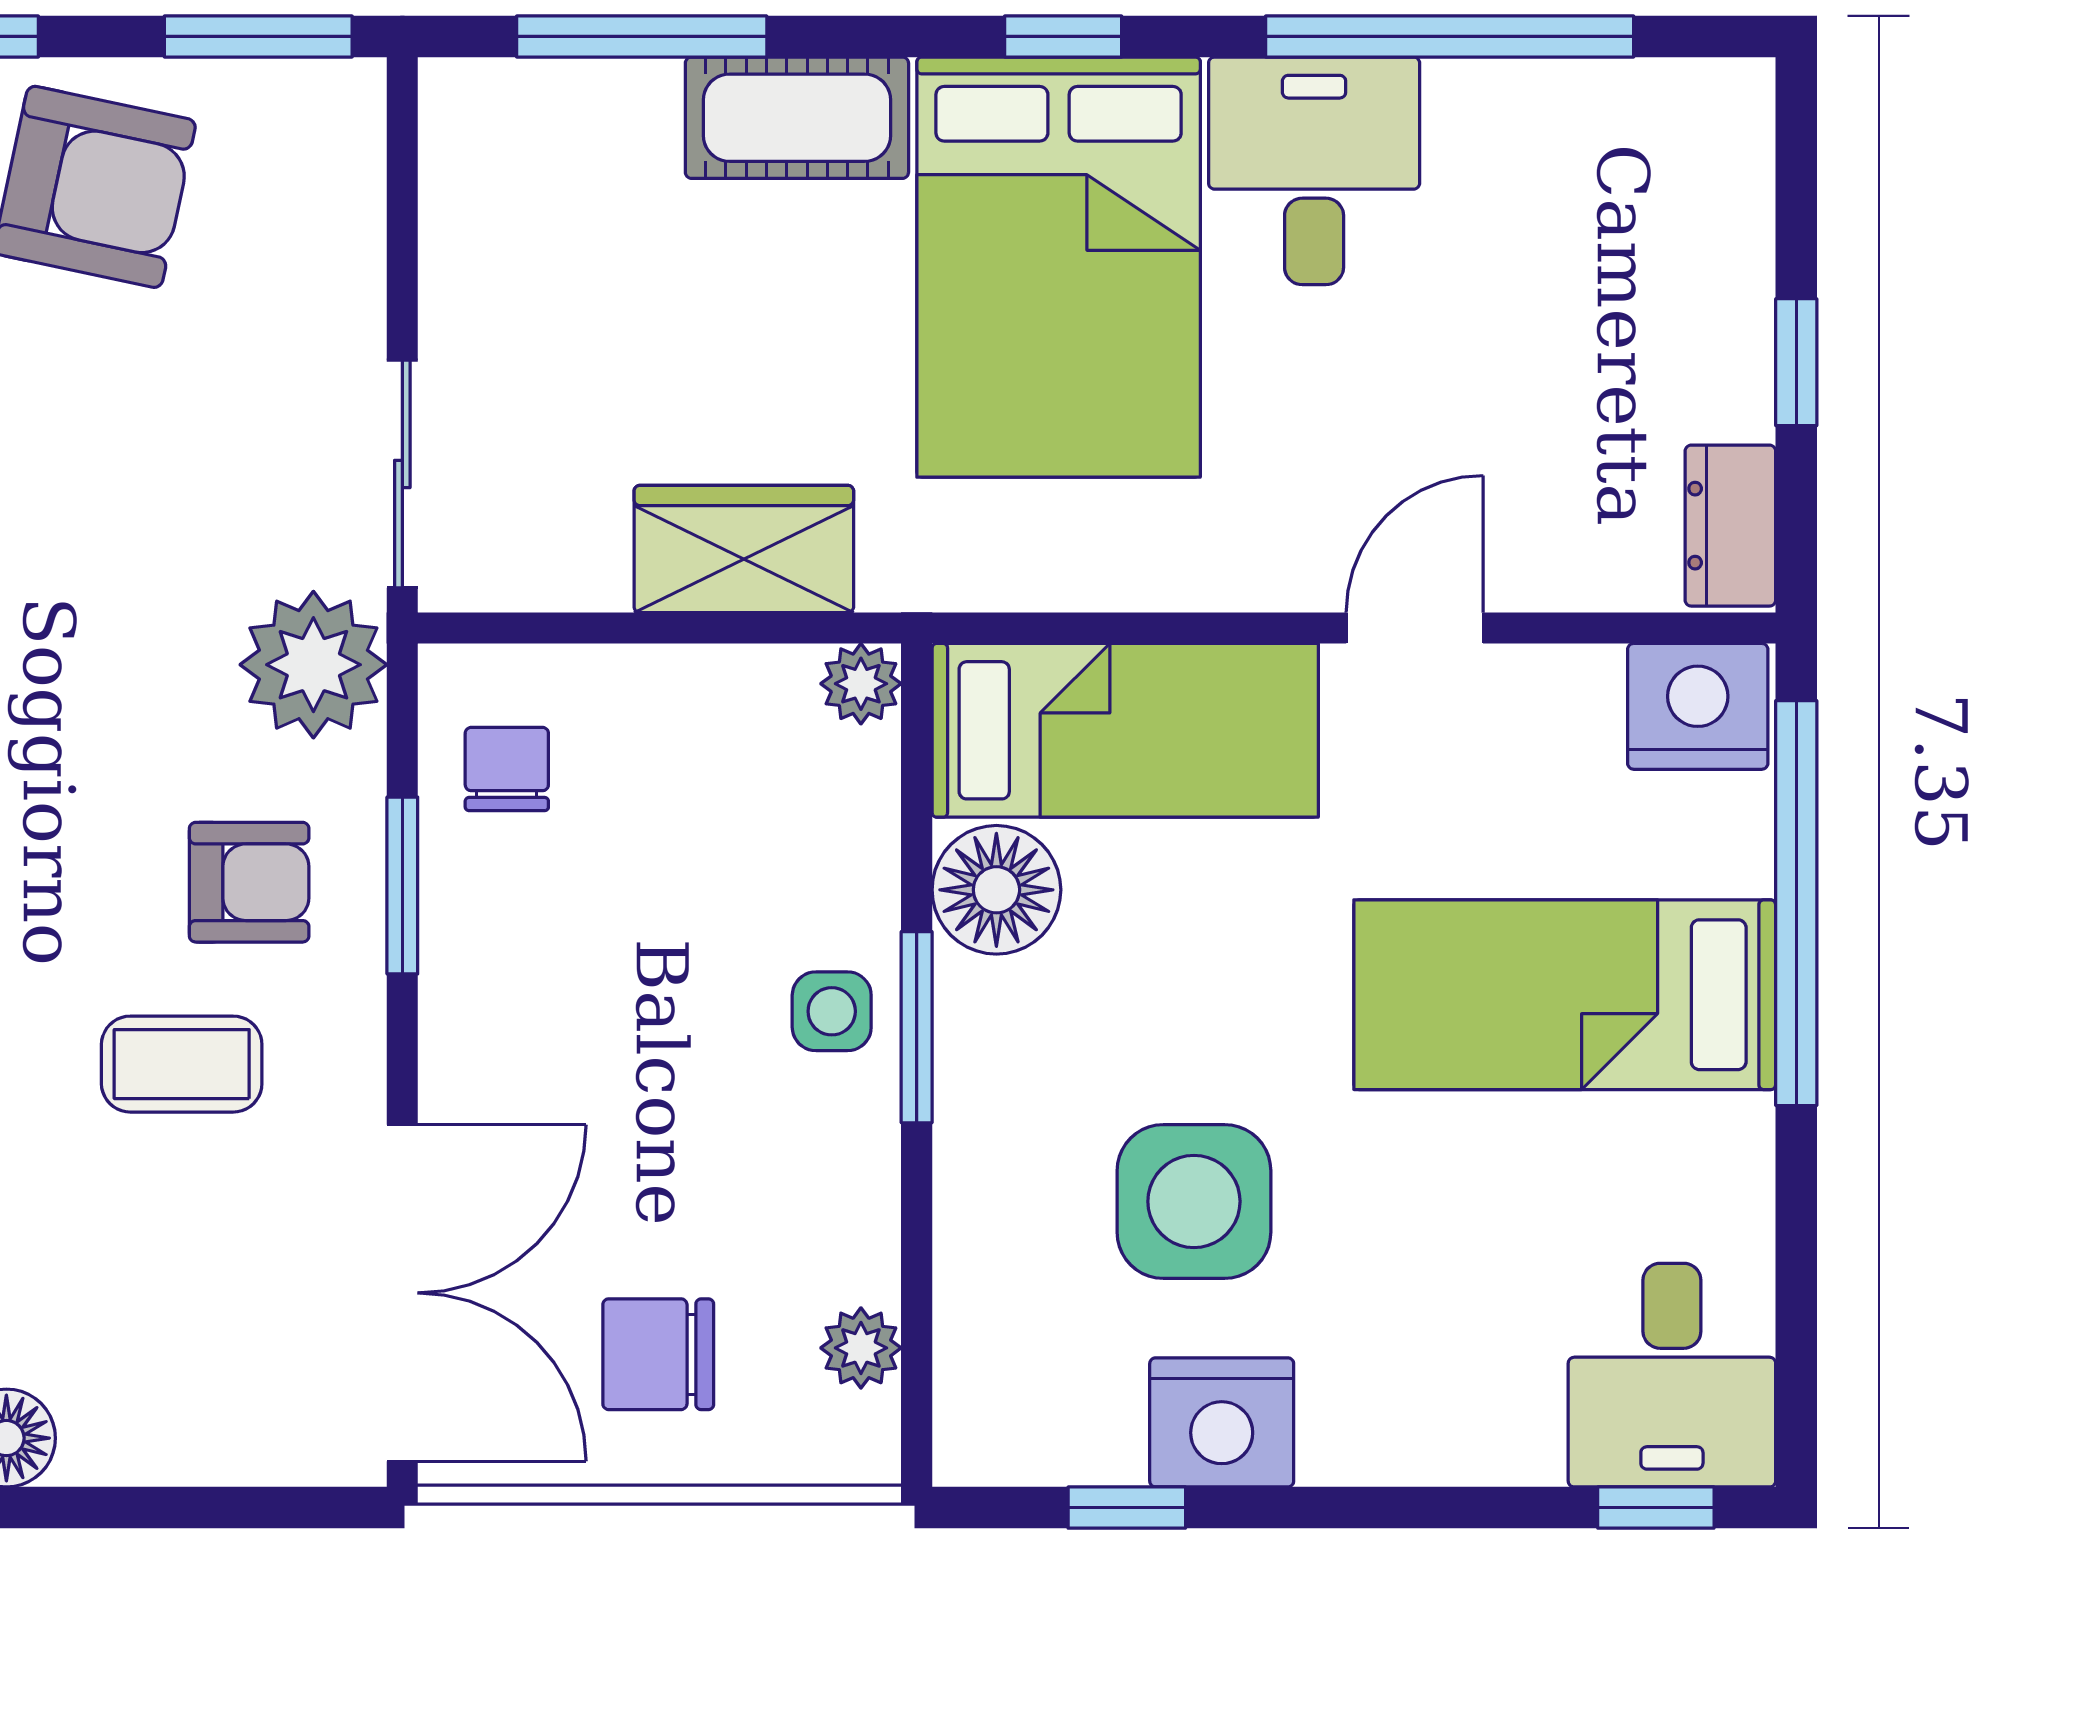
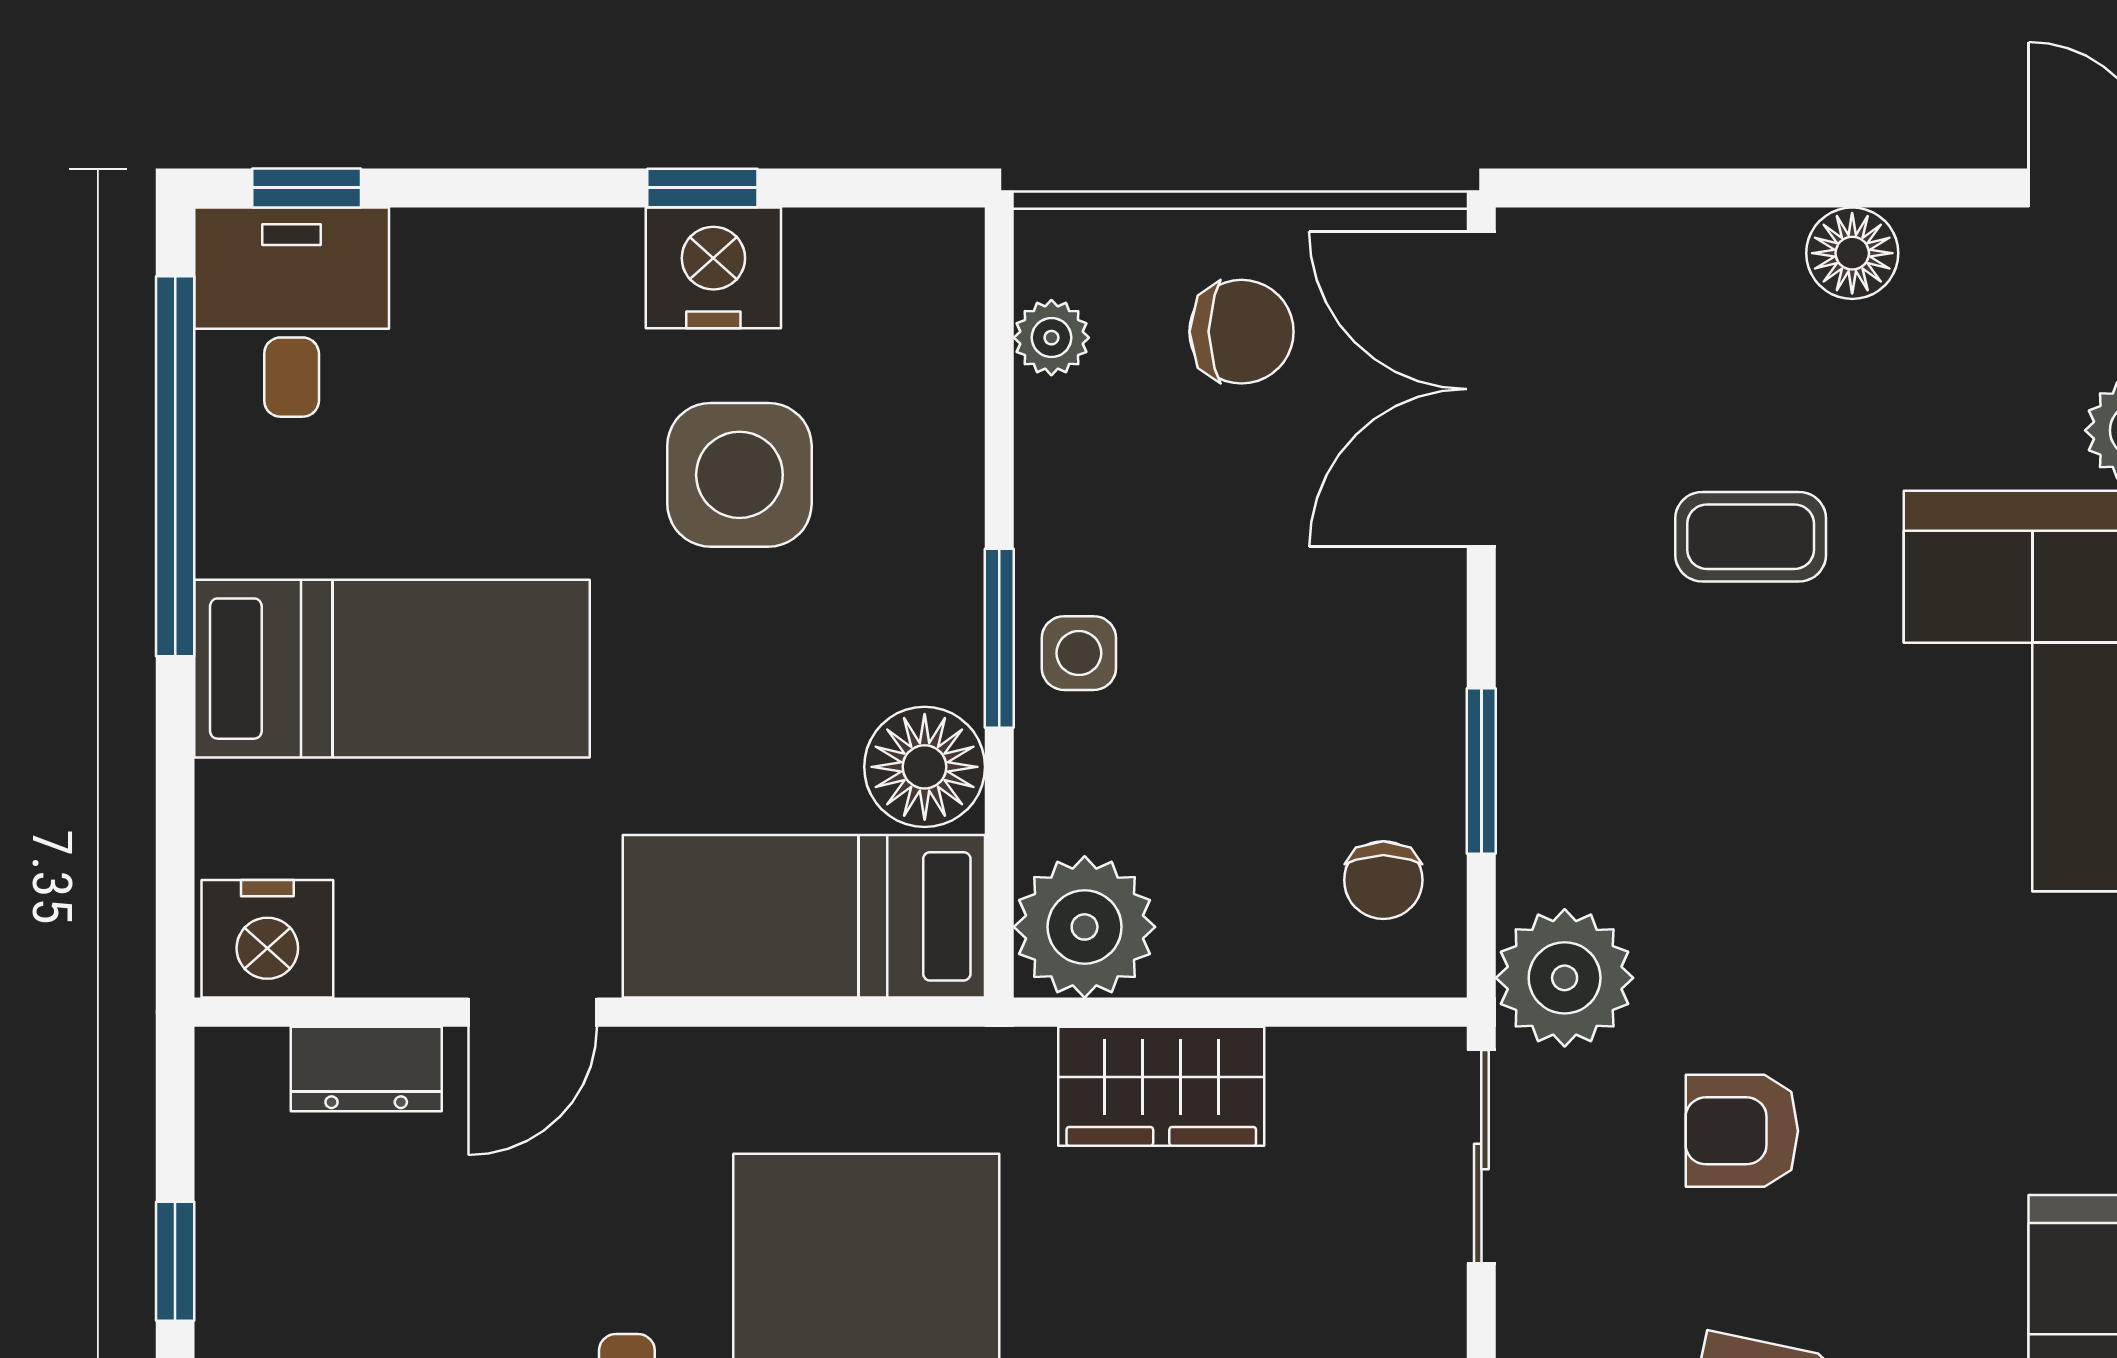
dresser: (1730, 526) -> (366, 1069), moved, turned 90
plant: (861, 684) -> (1085, 927), width x1.87, depth x1.87
armchair: (249, 882) -> (1742, 1131), moved
window: (1796, 903) -> (175, 466), moved
coffee table: (182, 1064) -> (1751, 537), moved
window: (1127, 1508) -> (702, 188), moved

